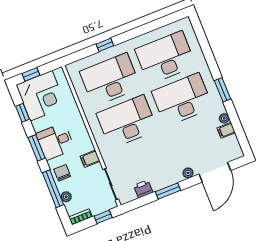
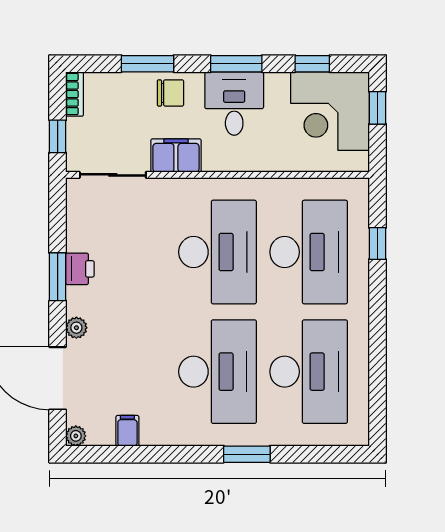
window: (105, 45) -> (377, 244), moved
window: (222, 90) -> (247, 454), moved
plant: (224, 118) -> (76, 436), moved
filing cabinet: (90, 159) -> (176, 155), width x2.00
window: (53, 189) -> (148, 64), width x0.69
printer: (143, 189) -> (80, 269), moved
plant: (66, 197) -> (123, 83), removed

